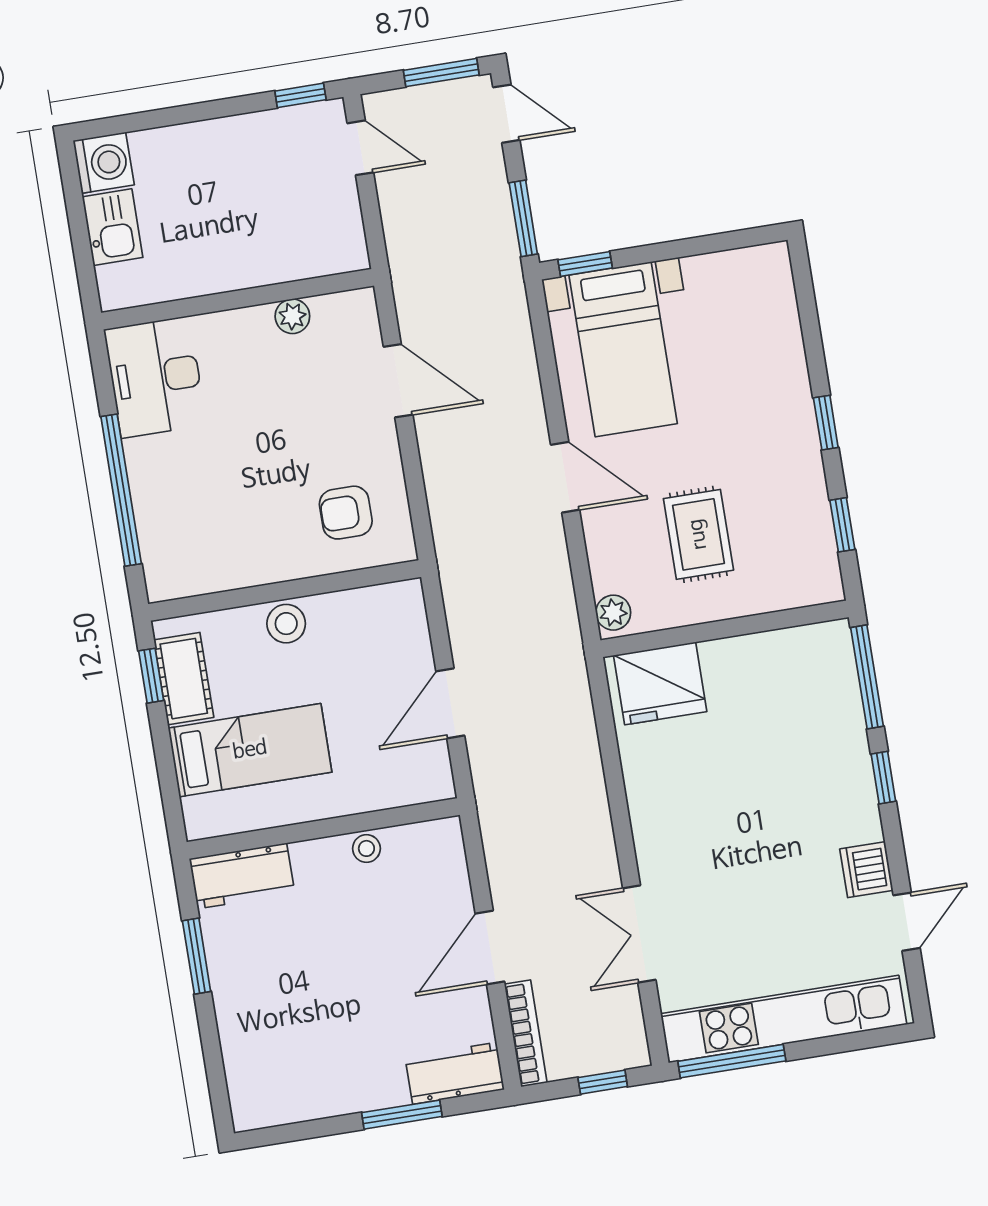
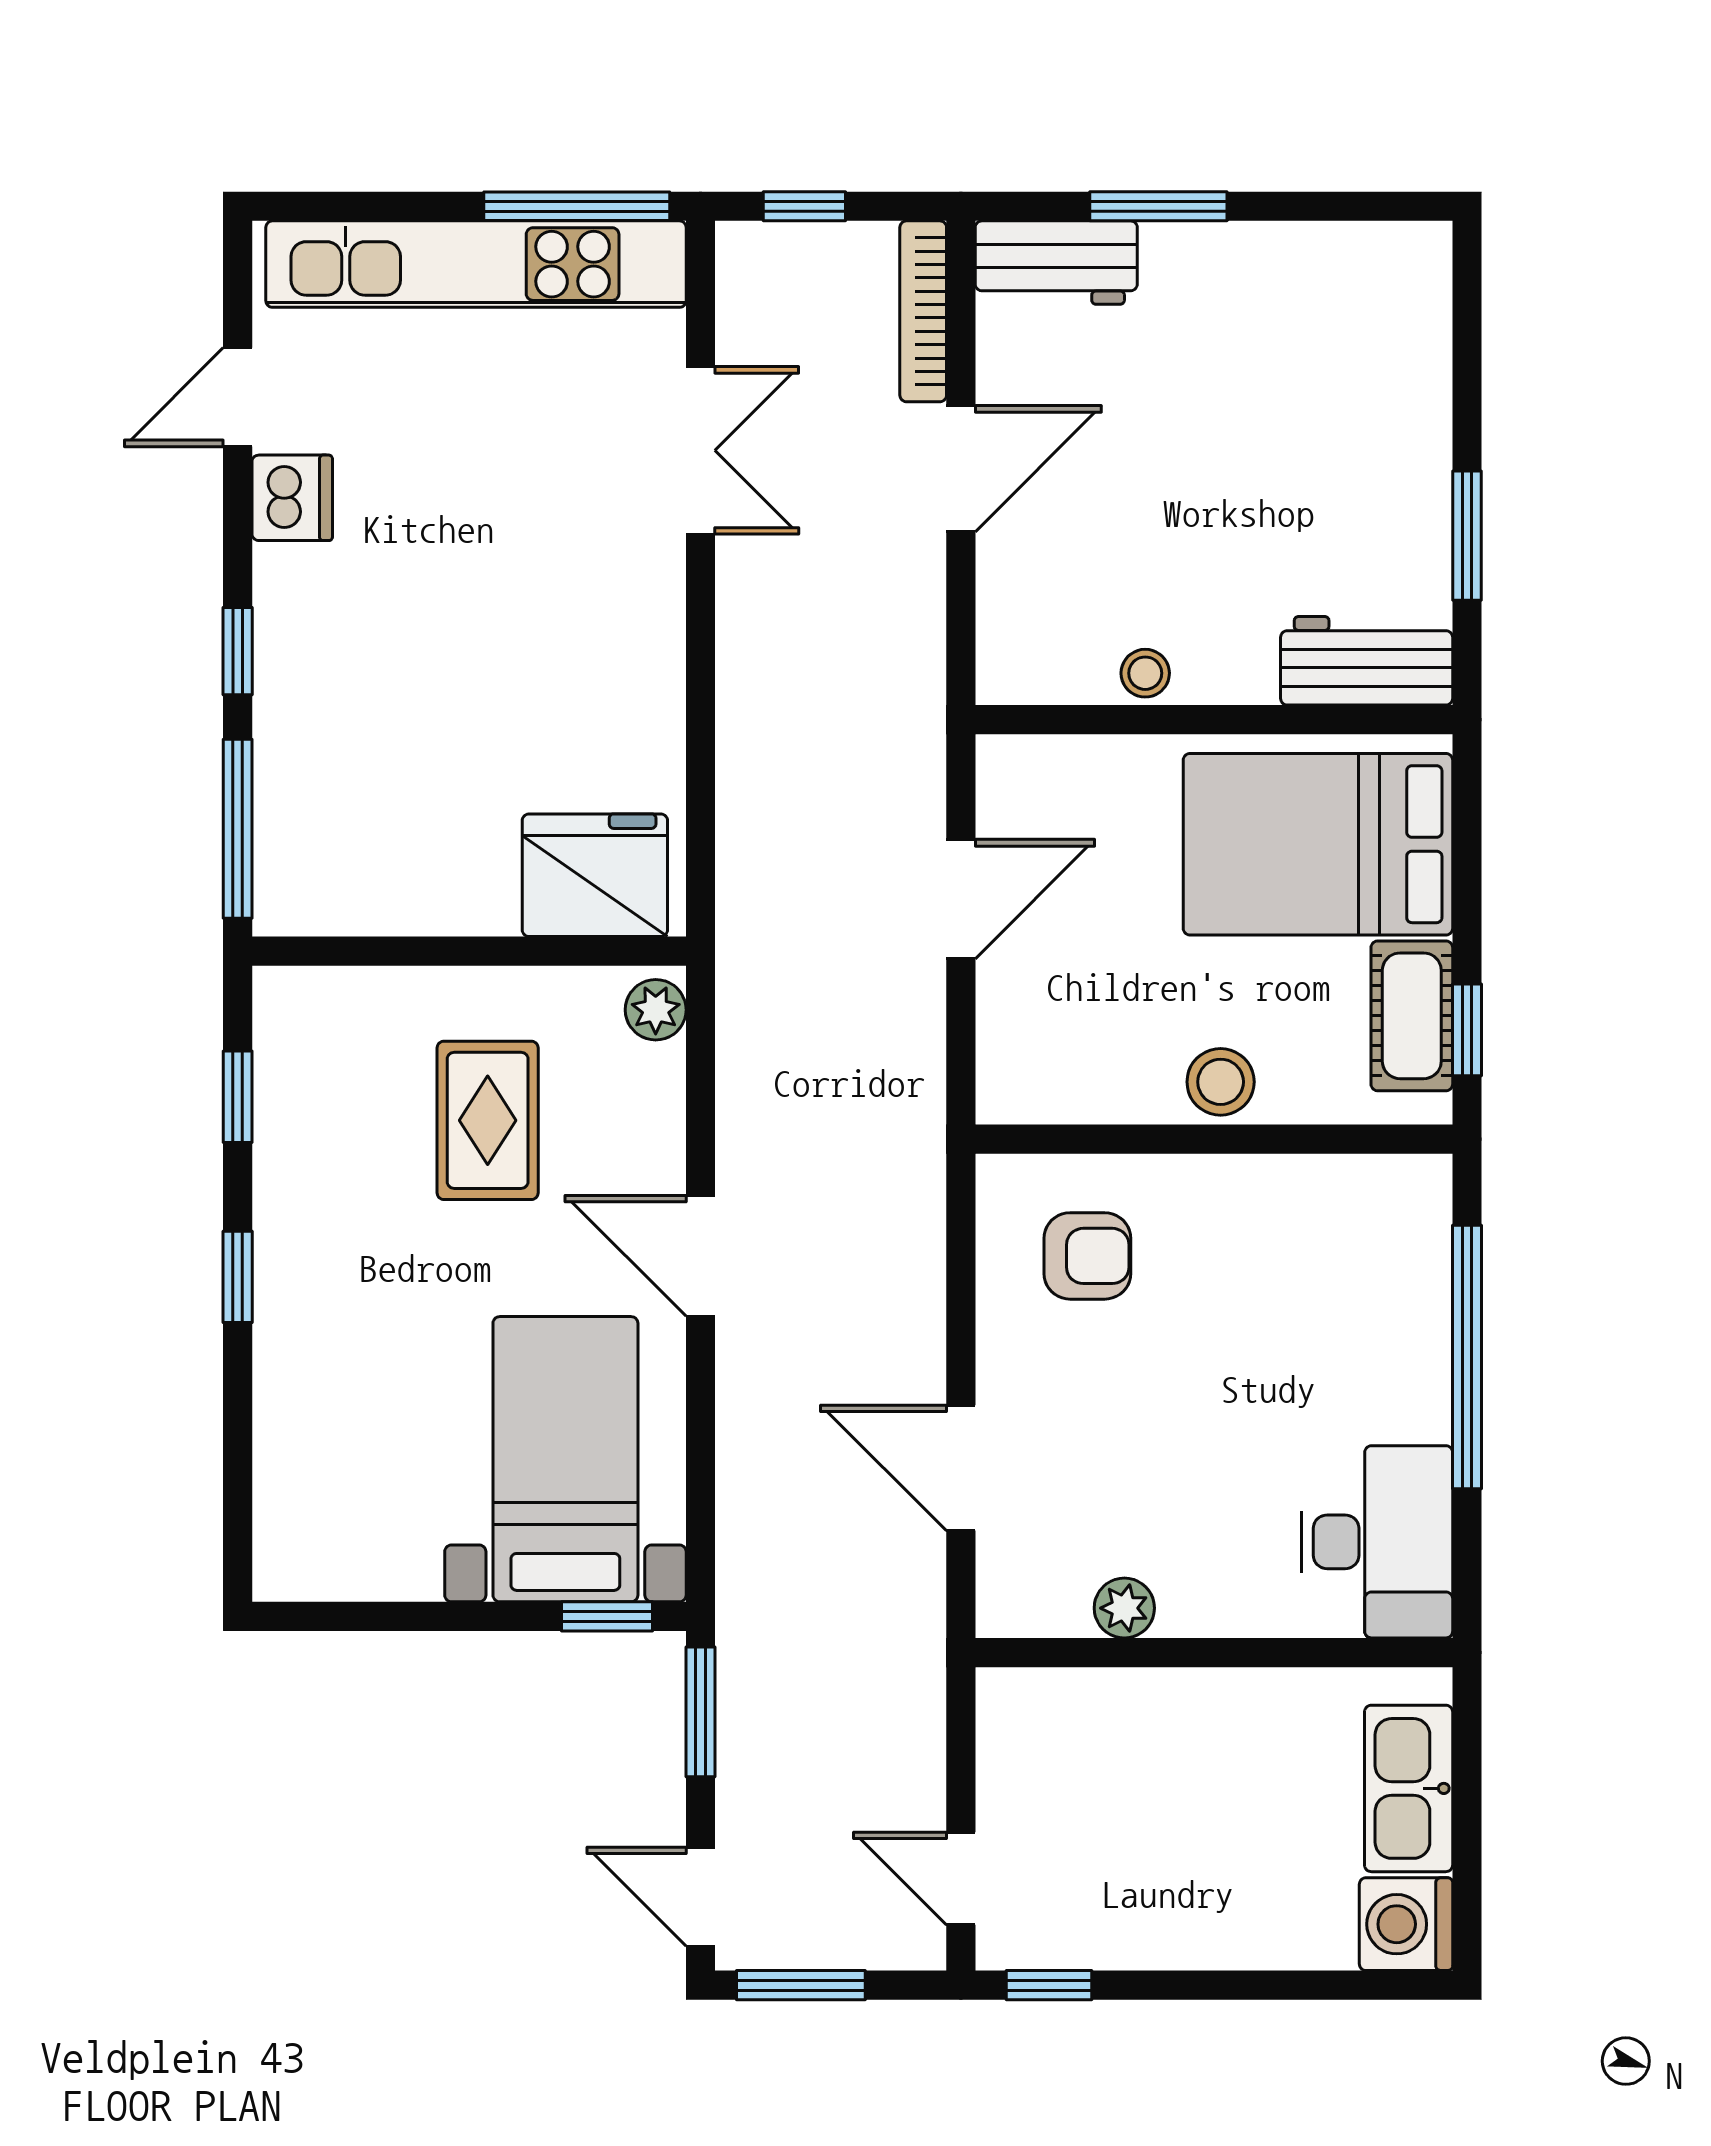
kitchen sink: (112, 227) -> (1409, 1788), width x1.38
bed: (250, 750) -> (1318, 844), width x1.50

